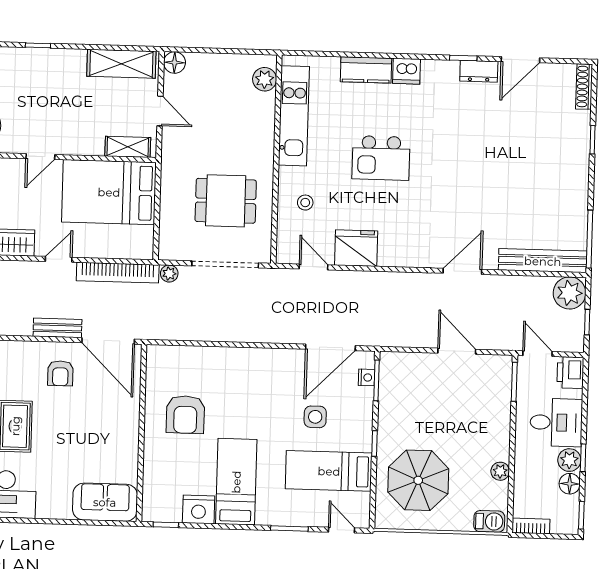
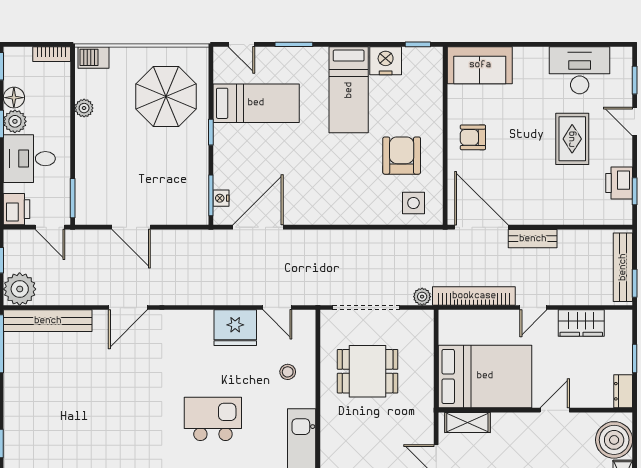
armchair: (60, 373) -> (473, 137), moved, turned -90
side table: (315, 417) -> (413, 203), moved

